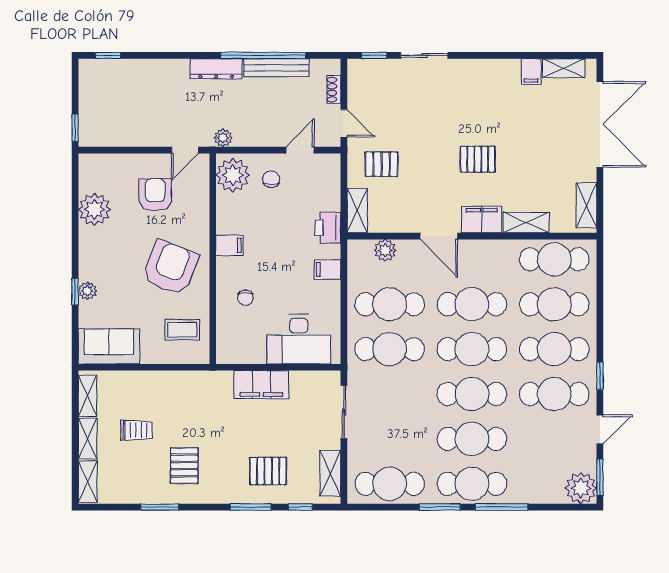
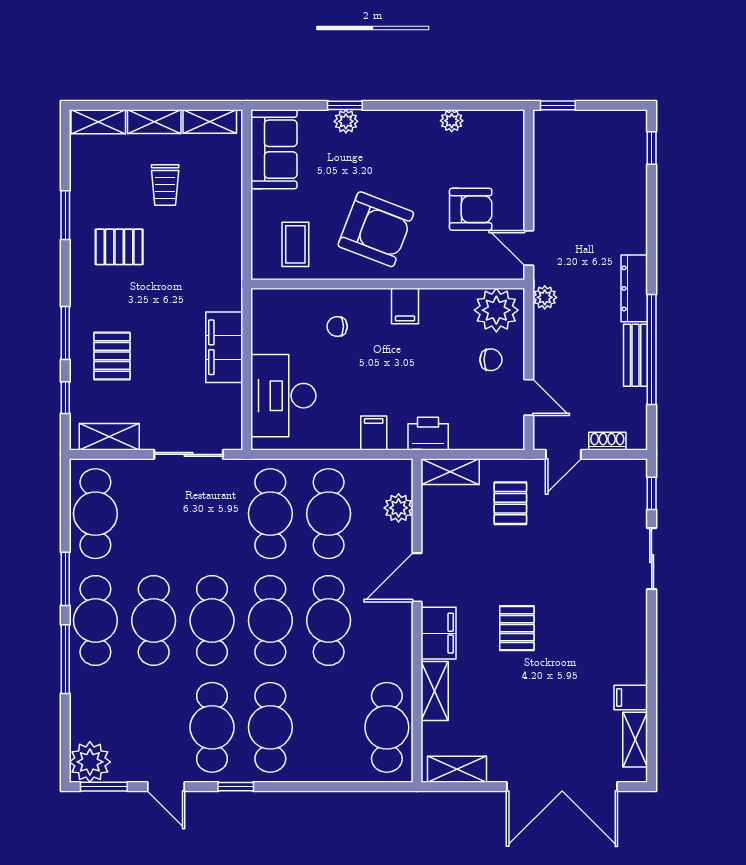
bench: (276, 68) -> (636, 355), width x0.73
plant: (95, 209) -> (452, 121), width x0.53, depth x0.53
cafe table: (554, 304) -> (329, 727), removed

